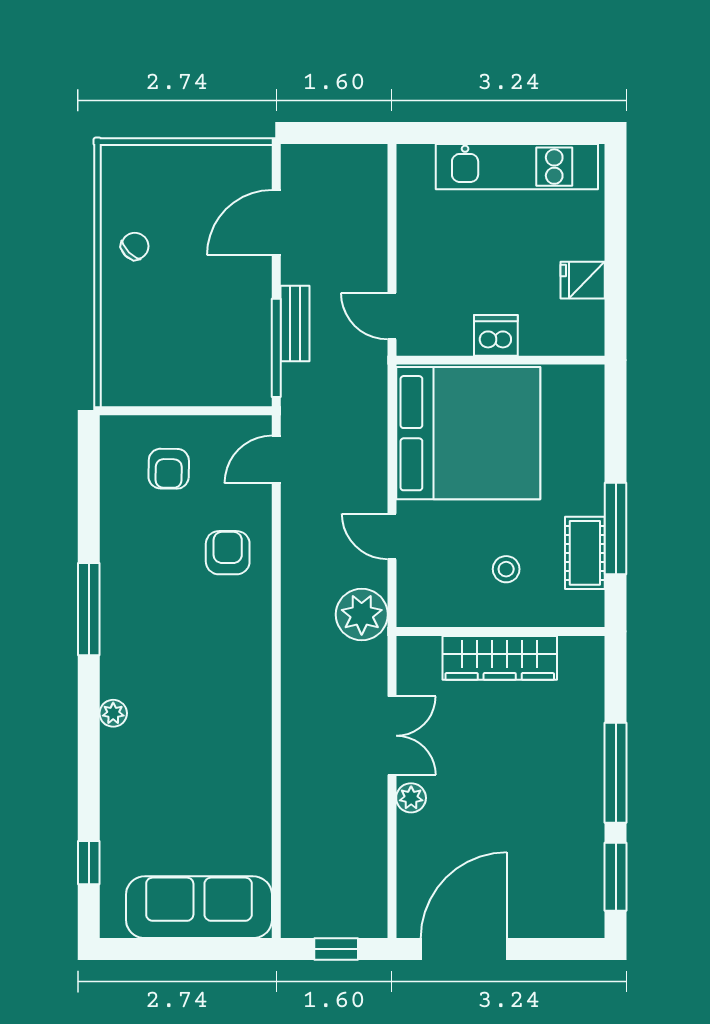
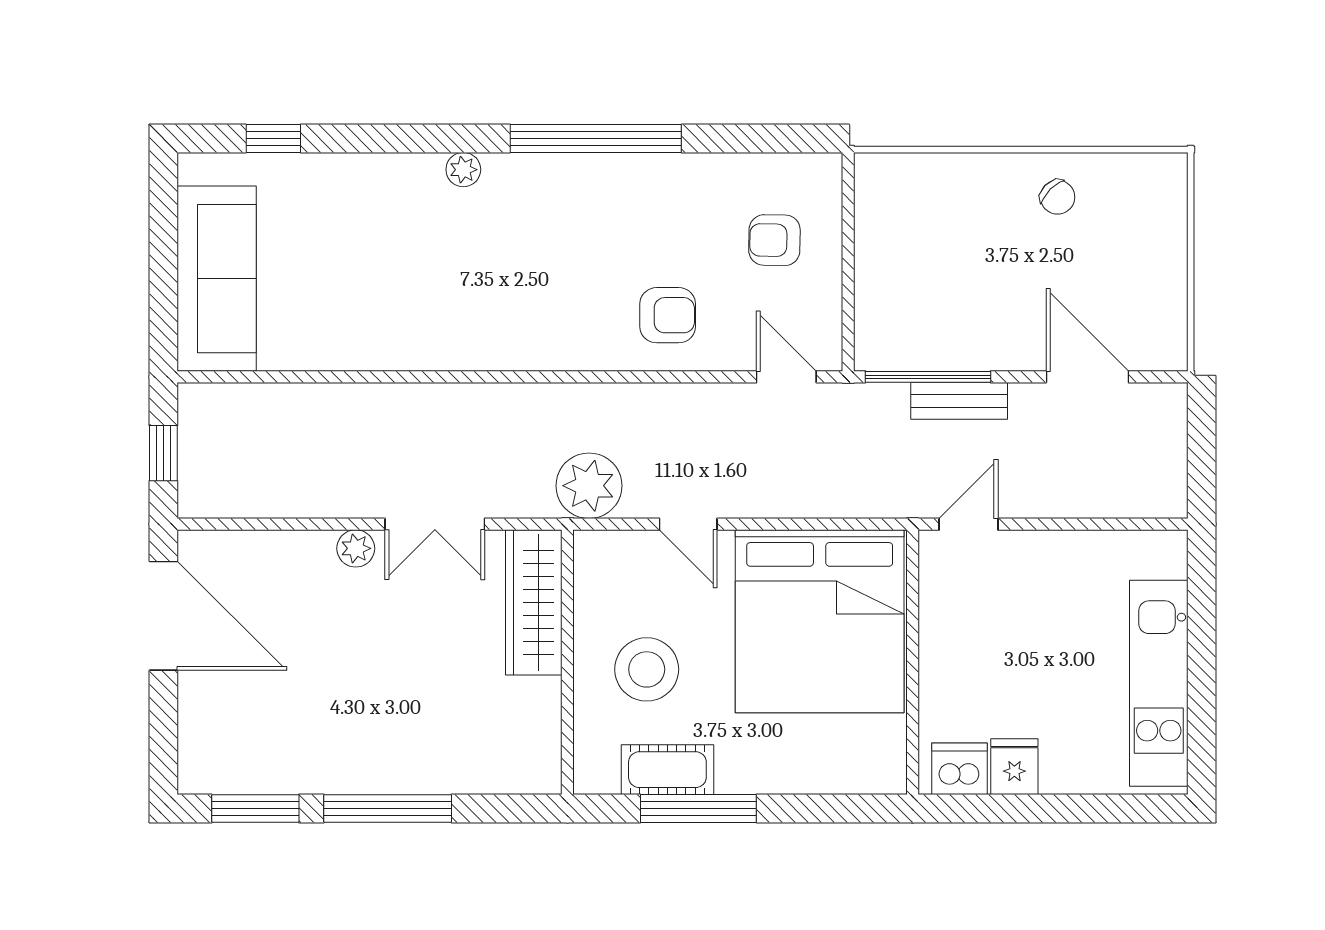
dishwasher: (496, 335) -> (959, 769), moved, turned -90
door: (392, 536) -> (688, 524), swing flipped
stool: (506, 569) -> (647, 669), width x1.89, depth x1.89
window: (89, 609) -> (596, 139), width x1.46
wardrobe: (500, 658) -> (534, 602), moved

